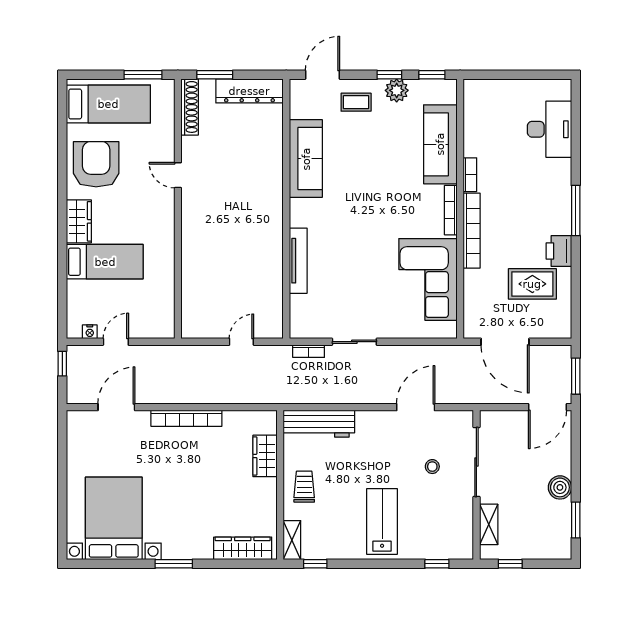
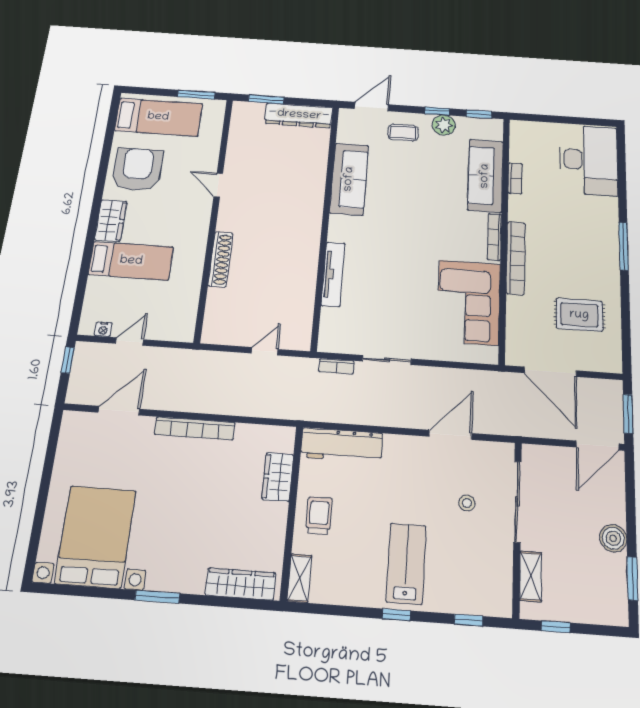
shoe rack: (190, 107) -> (220, 259), moved
desk: (550, 129) -> (589, 160), width x1.36, depth x1.30
bookcase: (470, 175) -> (515, 178), moved
printer: (559, 251) -> (607, 284), removed
window: (315, 564) -> (396, 615), moved

